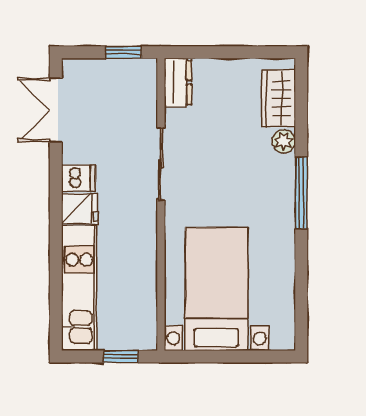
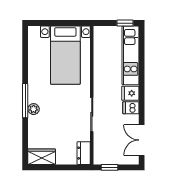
wardrobe: (279, 98) -> (42, 157), moved, turned -90
double door: (56, 110) -> (142, 140), swing flipped
plant: (284, 141) -> (34, 109), moved
window: (121, 356) -> (125, 23), moved

